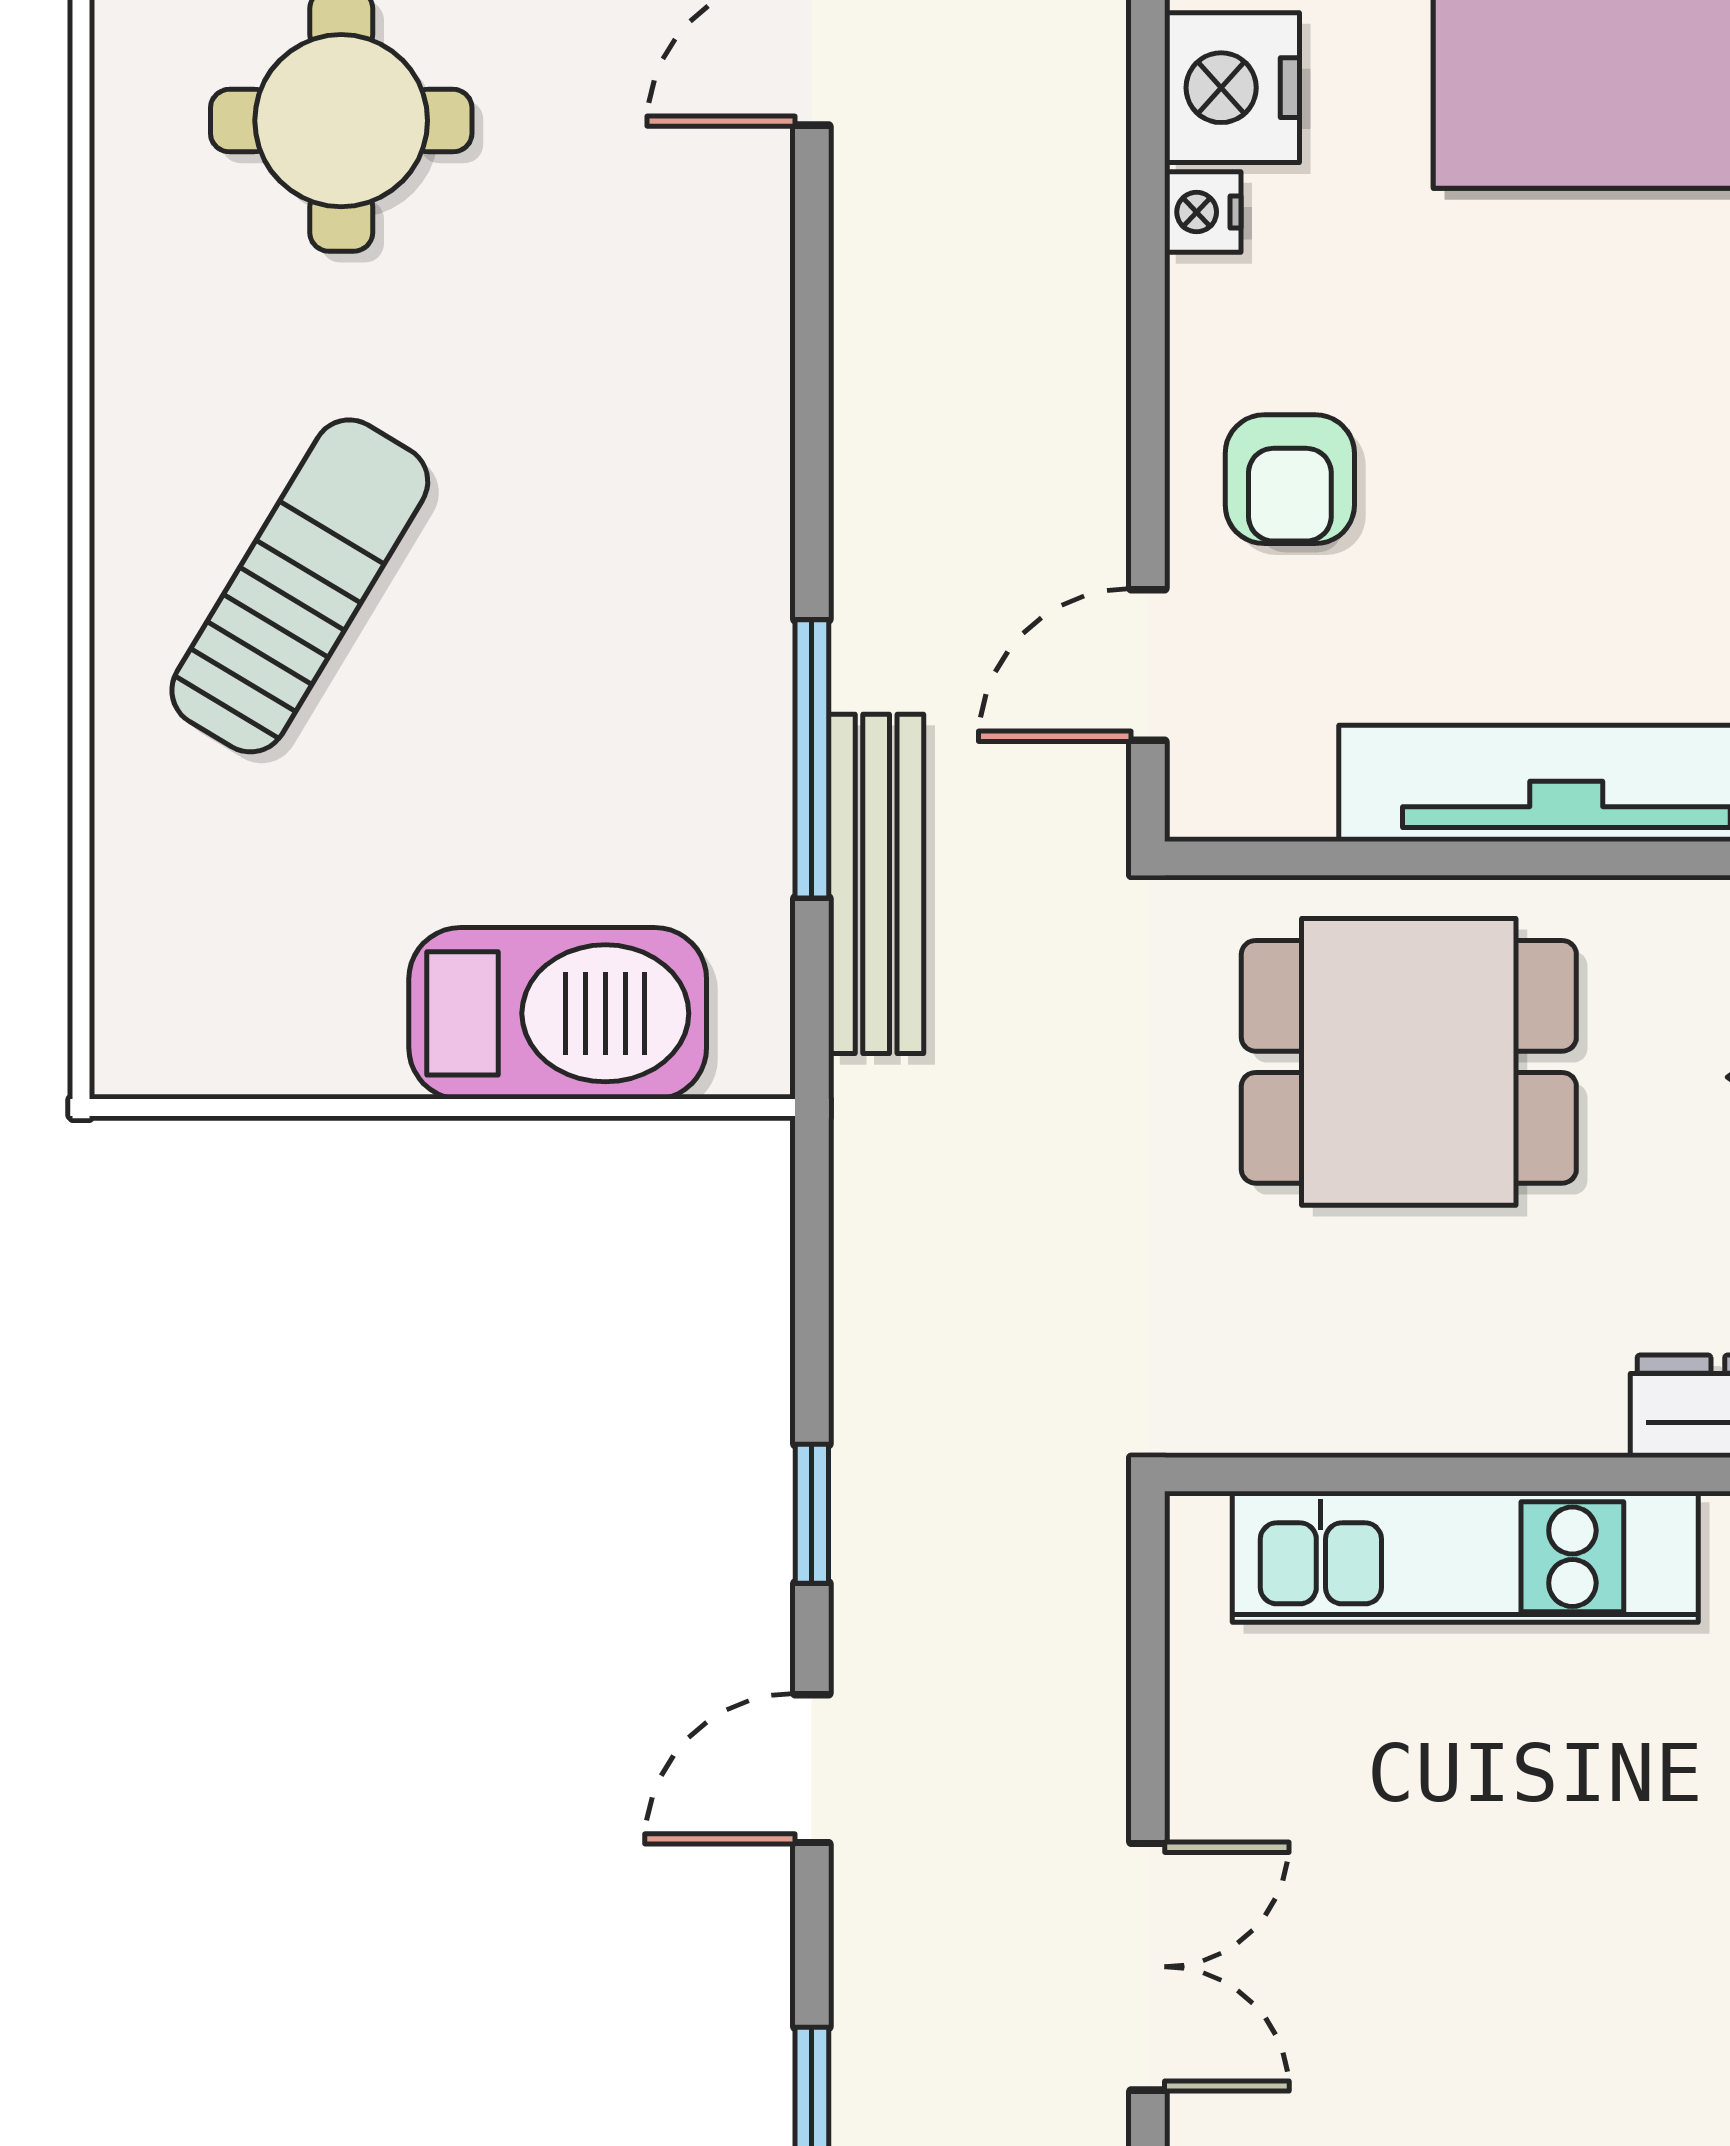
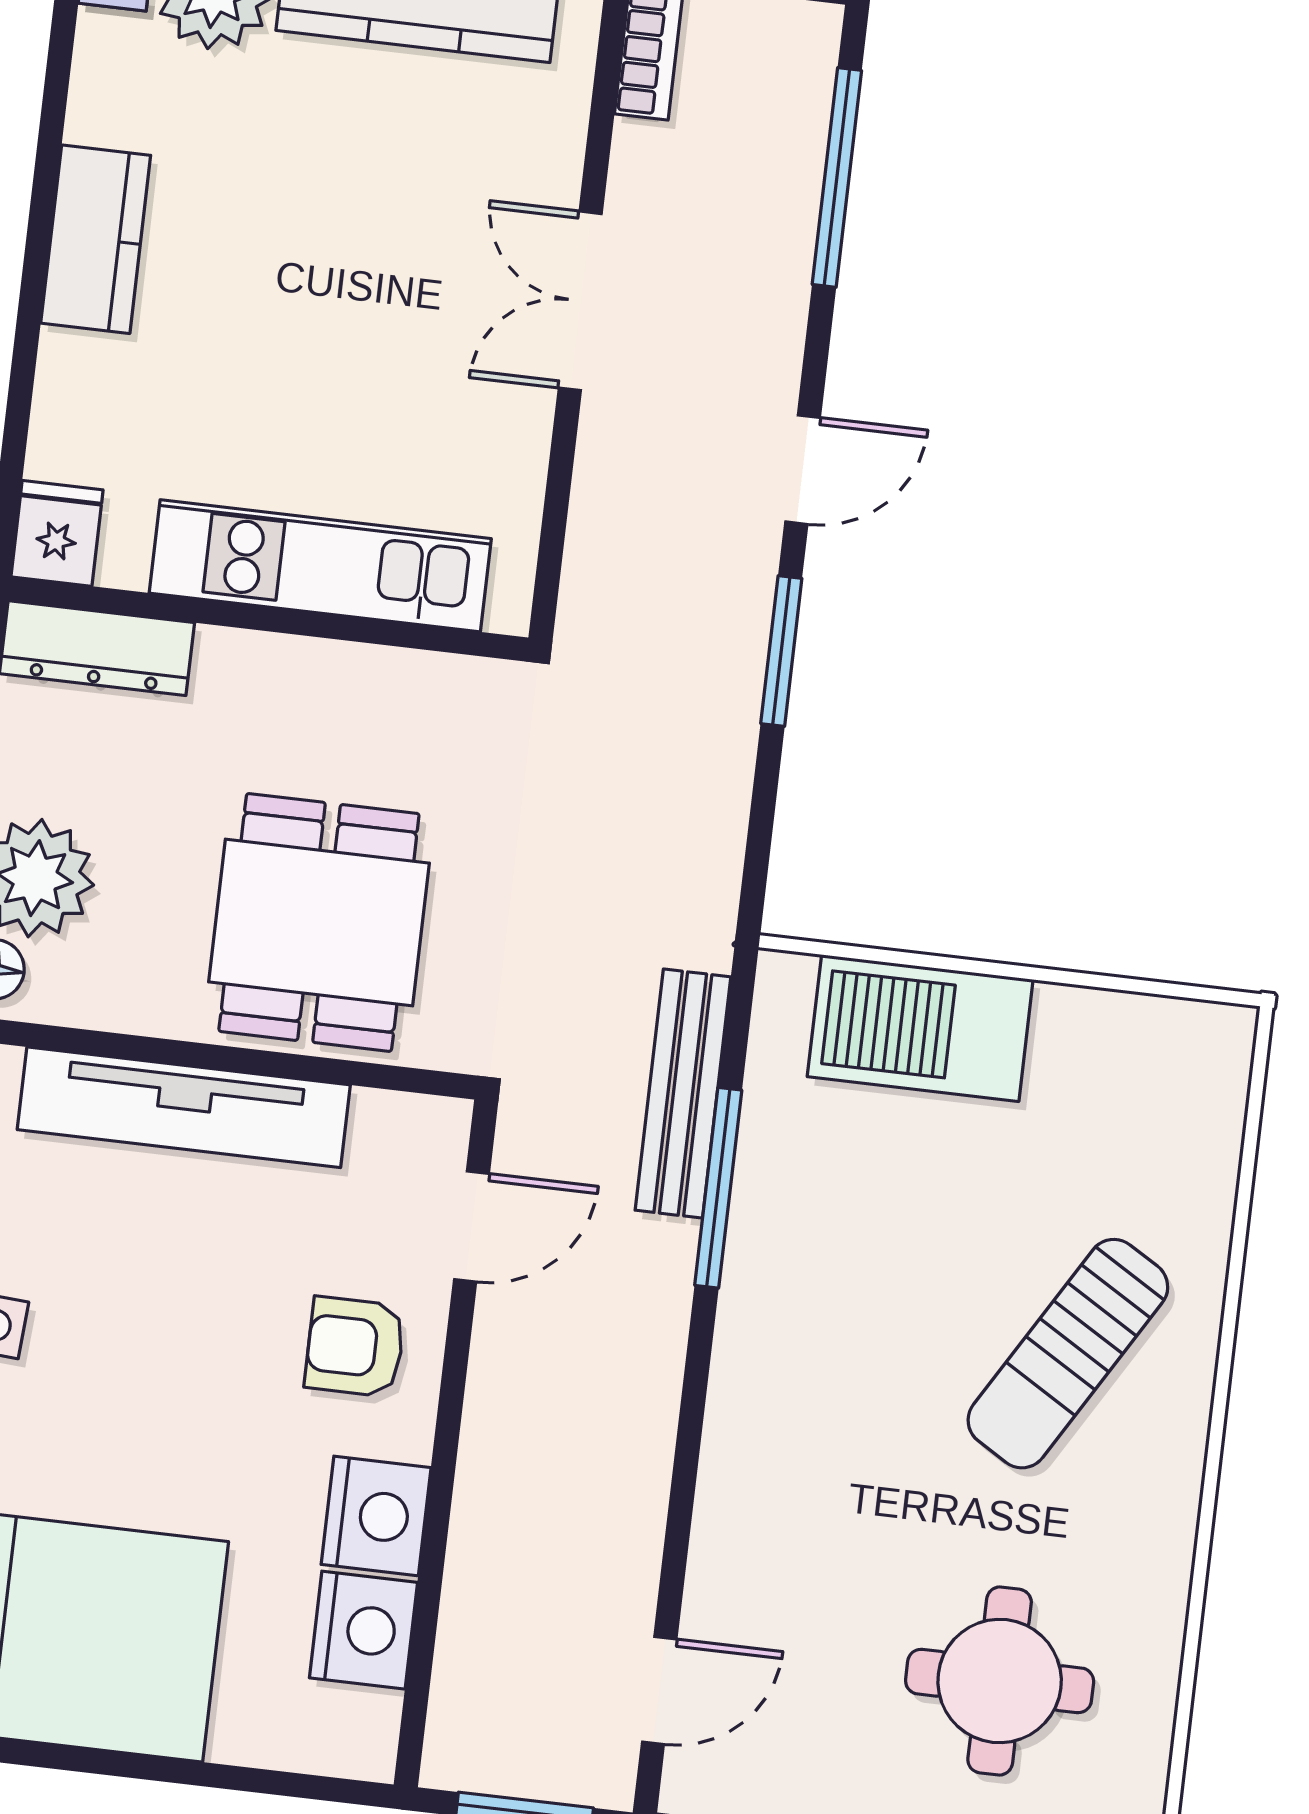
nightstand: (1203, 212) -> (376, 1516), width x1.89, depth x1.79
armchair: (1290, 479) -> (355, 1347), turned -90
dining table: (1409, 1062) -> (319, 922), turned 90
window: (812, 1514) -> (781, 651), width x1.50

